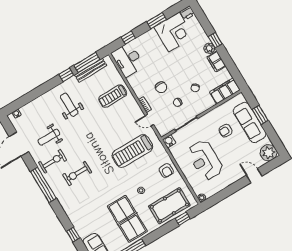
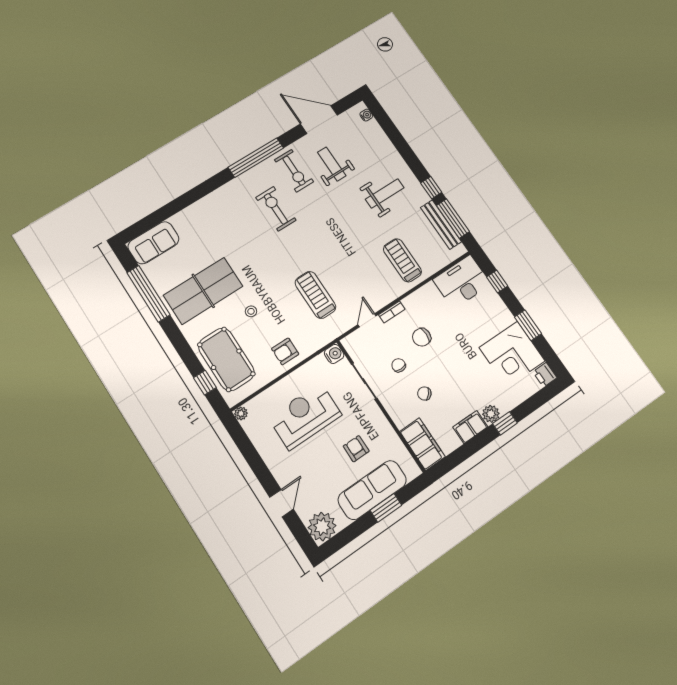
treadmill: (132, 151) -> (315, 295), width x0.73, depth x0.73
window: (73, 235) -> (176, 206), removed

